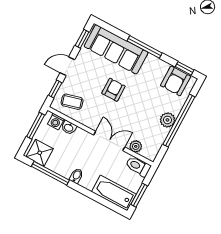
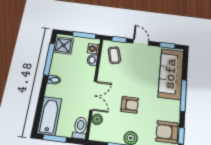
armchair: (113, 90) -> (130, 105), moved

